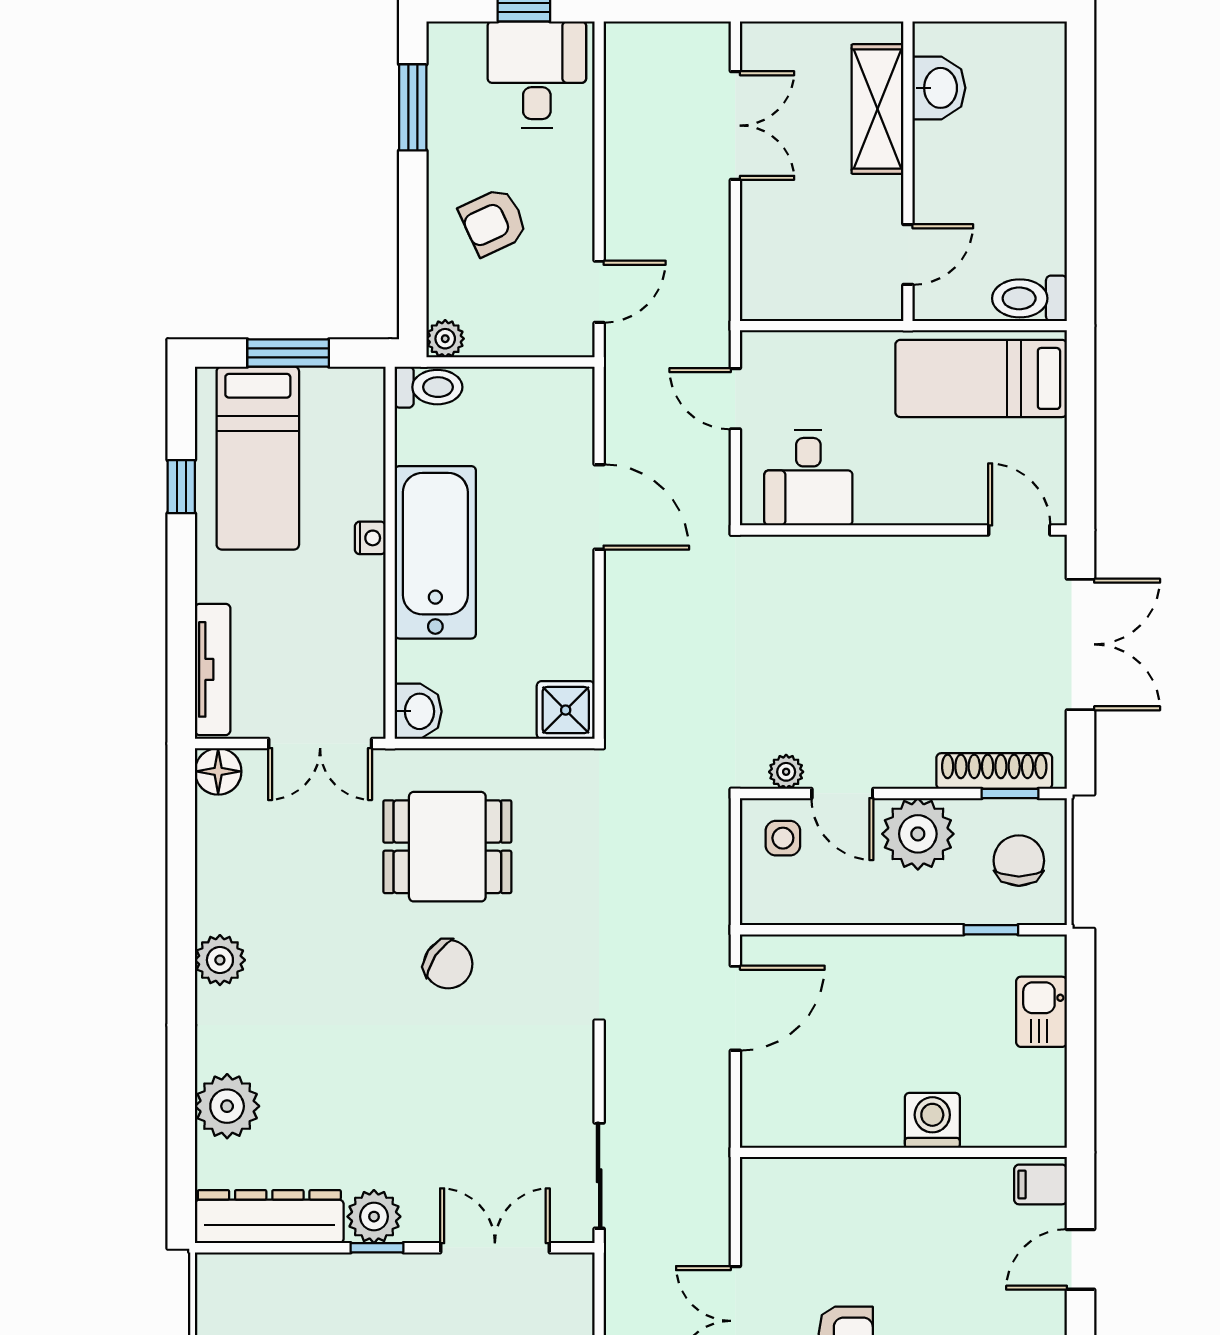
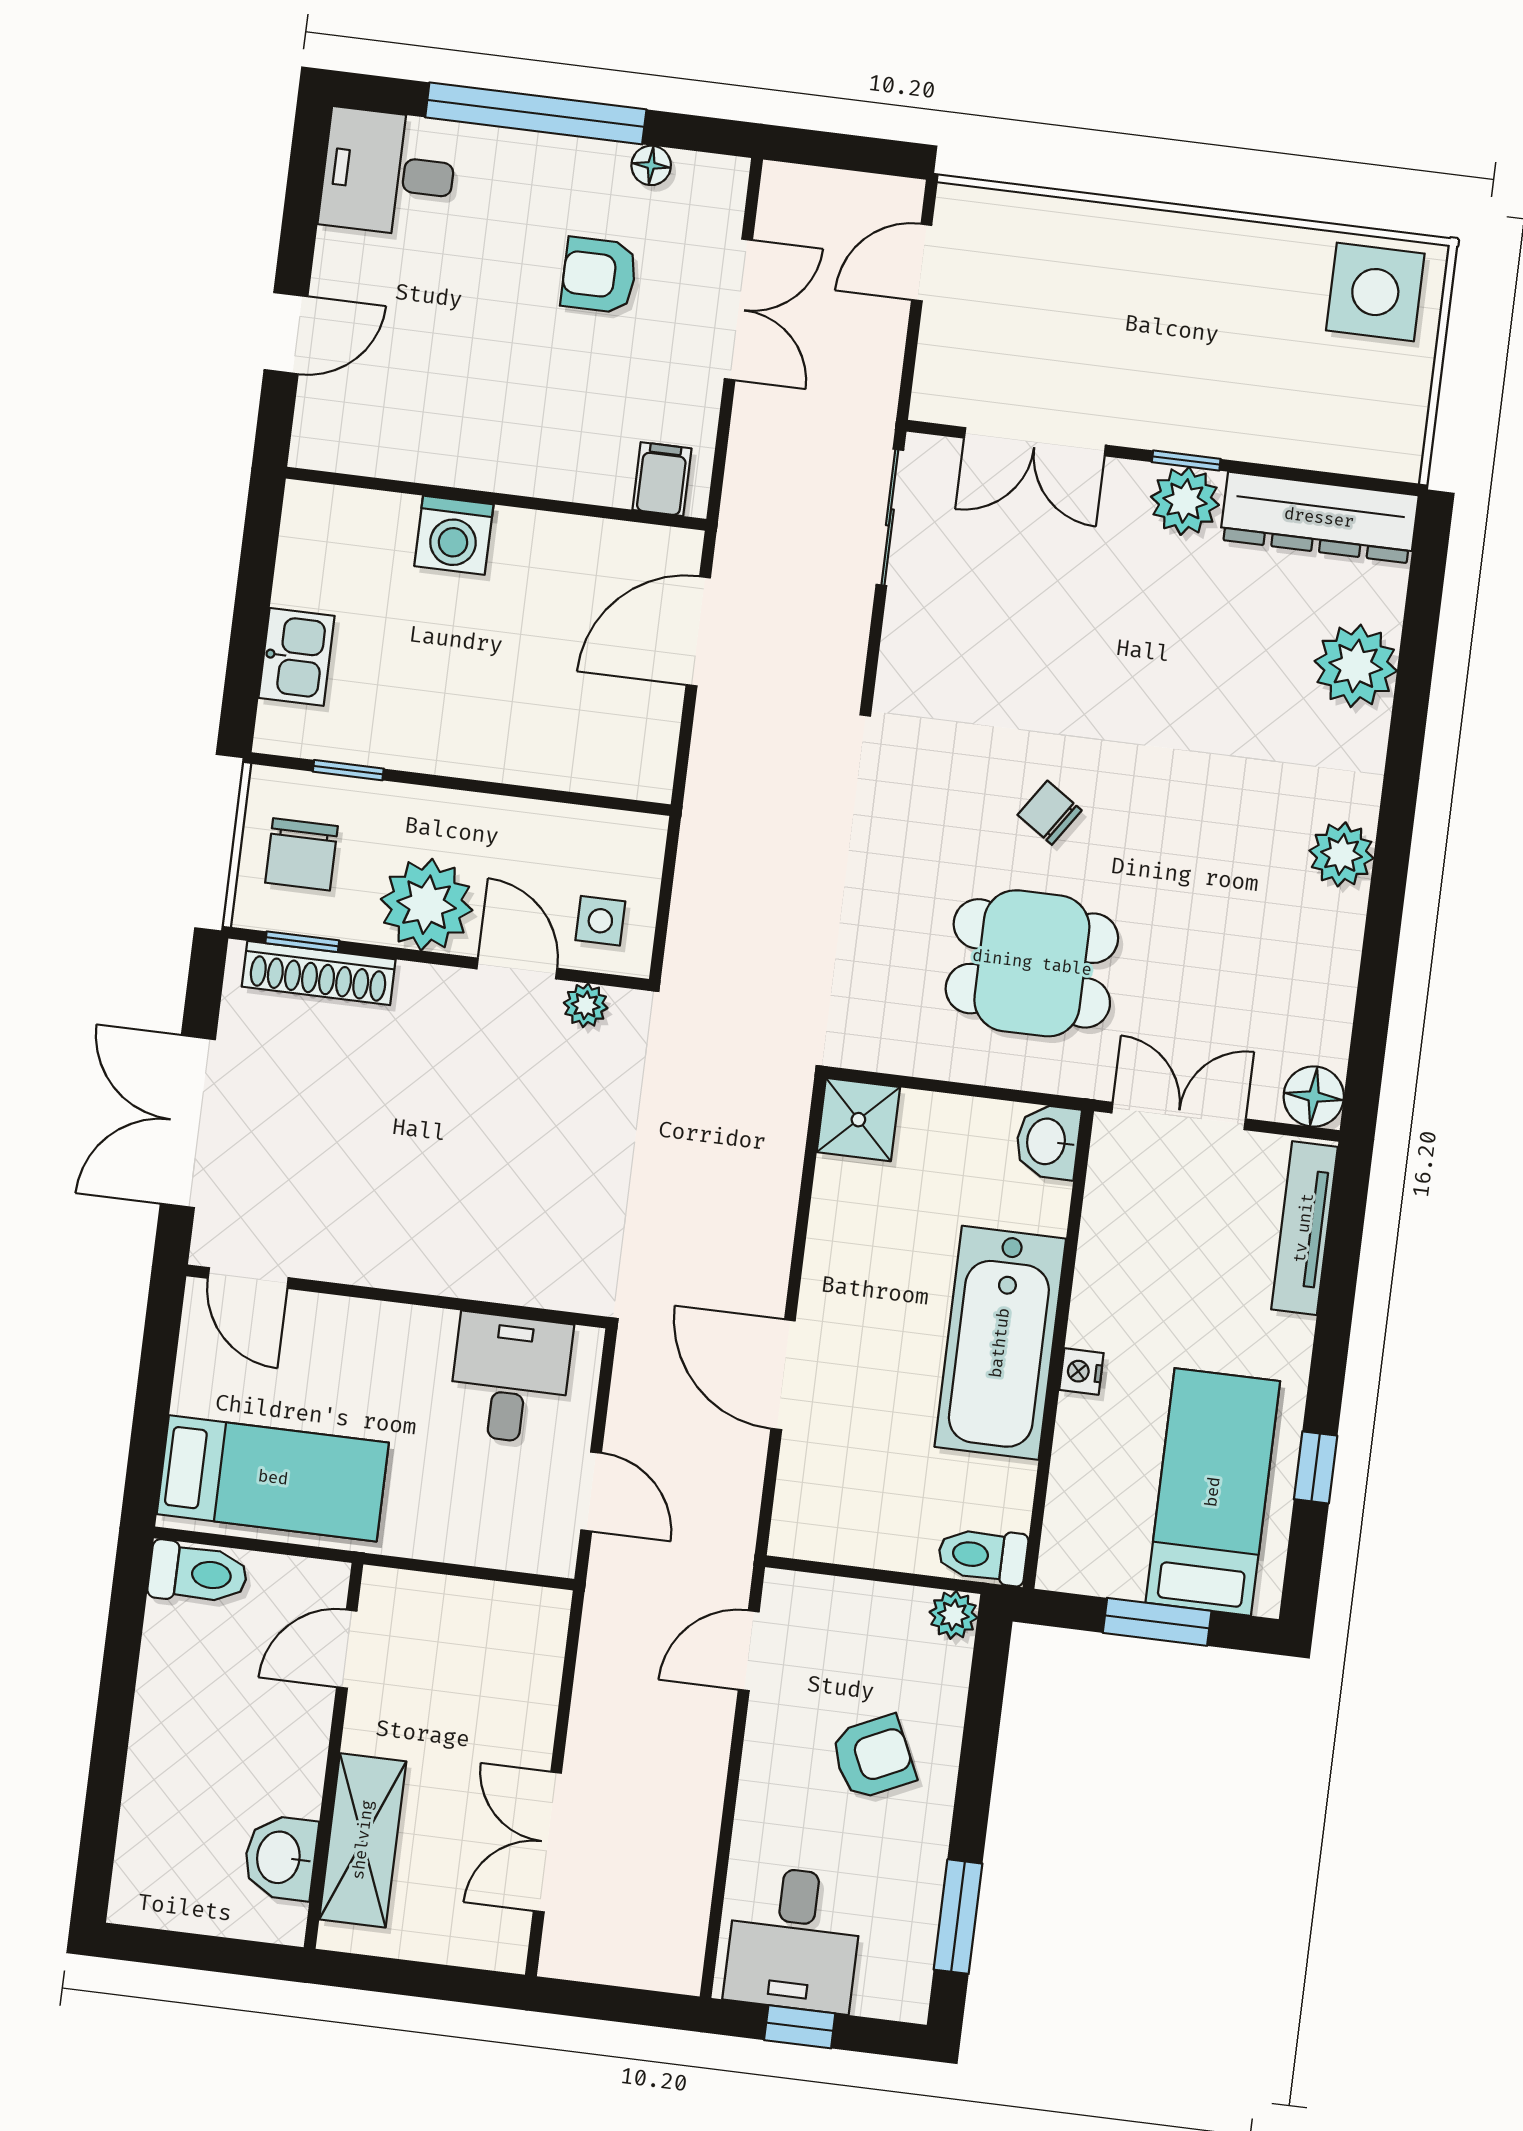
chair: (448, 964) -> (1050, 813), width x0.73, depth x0.73
door: (735, 1008) -> (698, 631), moved
filing cabinet: (1041, 1184) -> (662, 479), moved, turned -90

